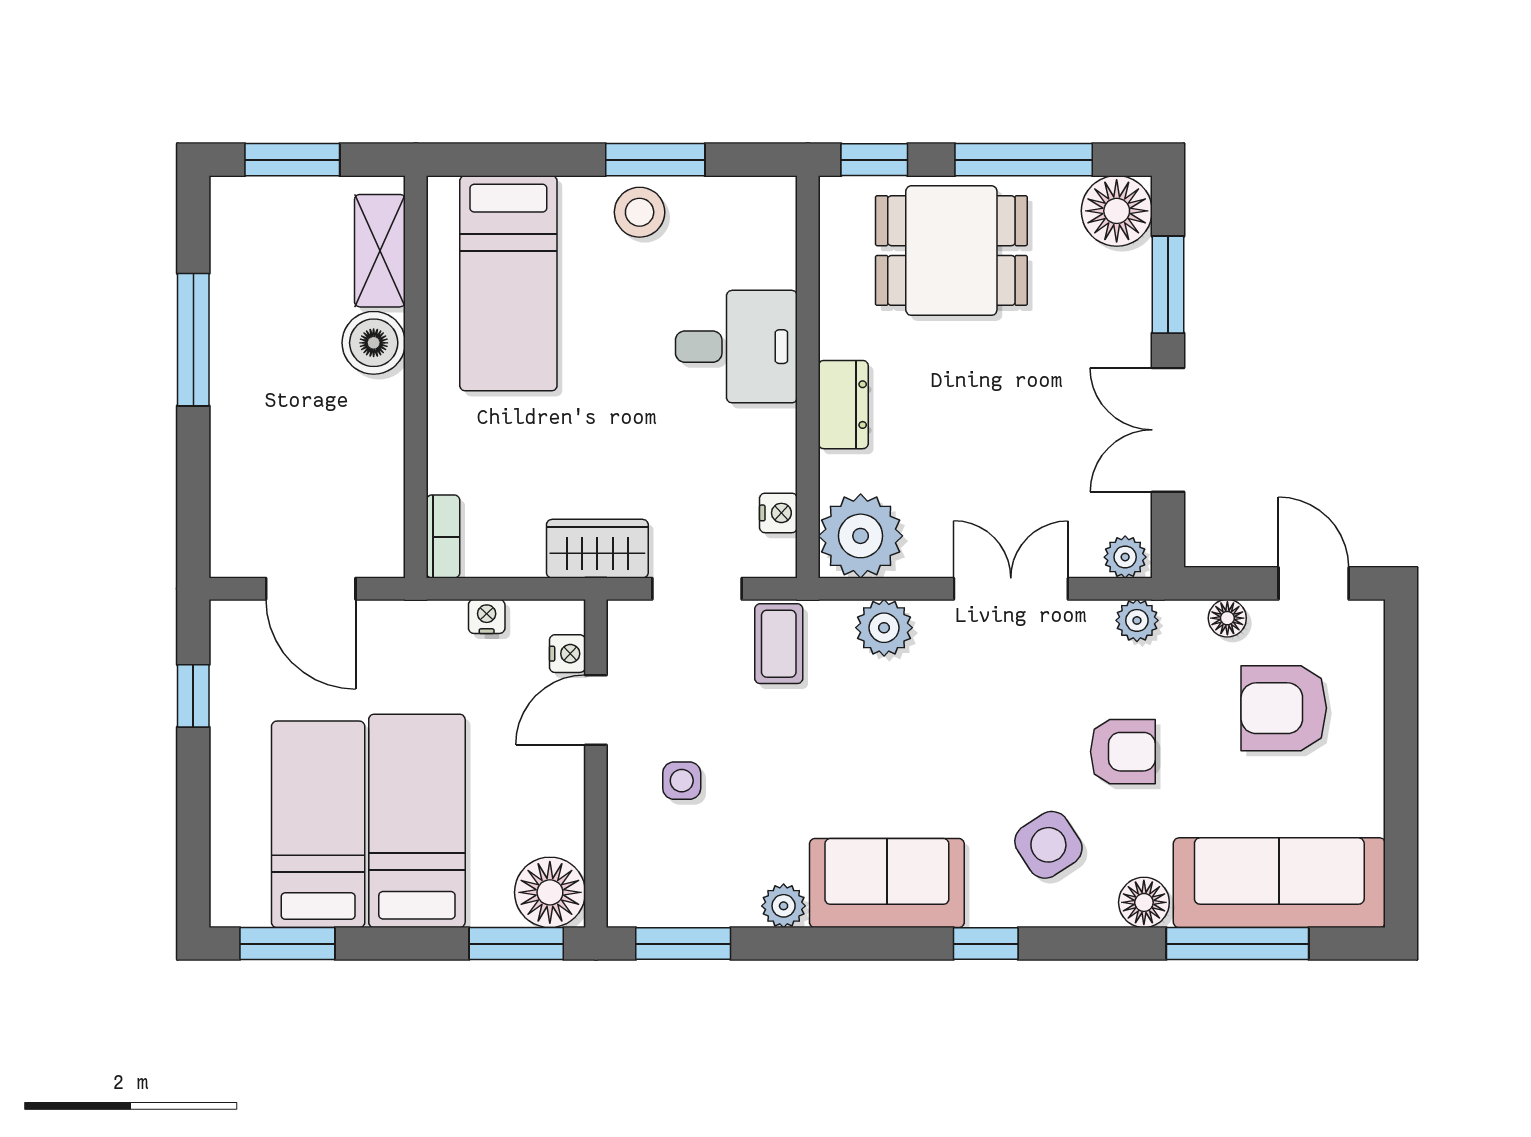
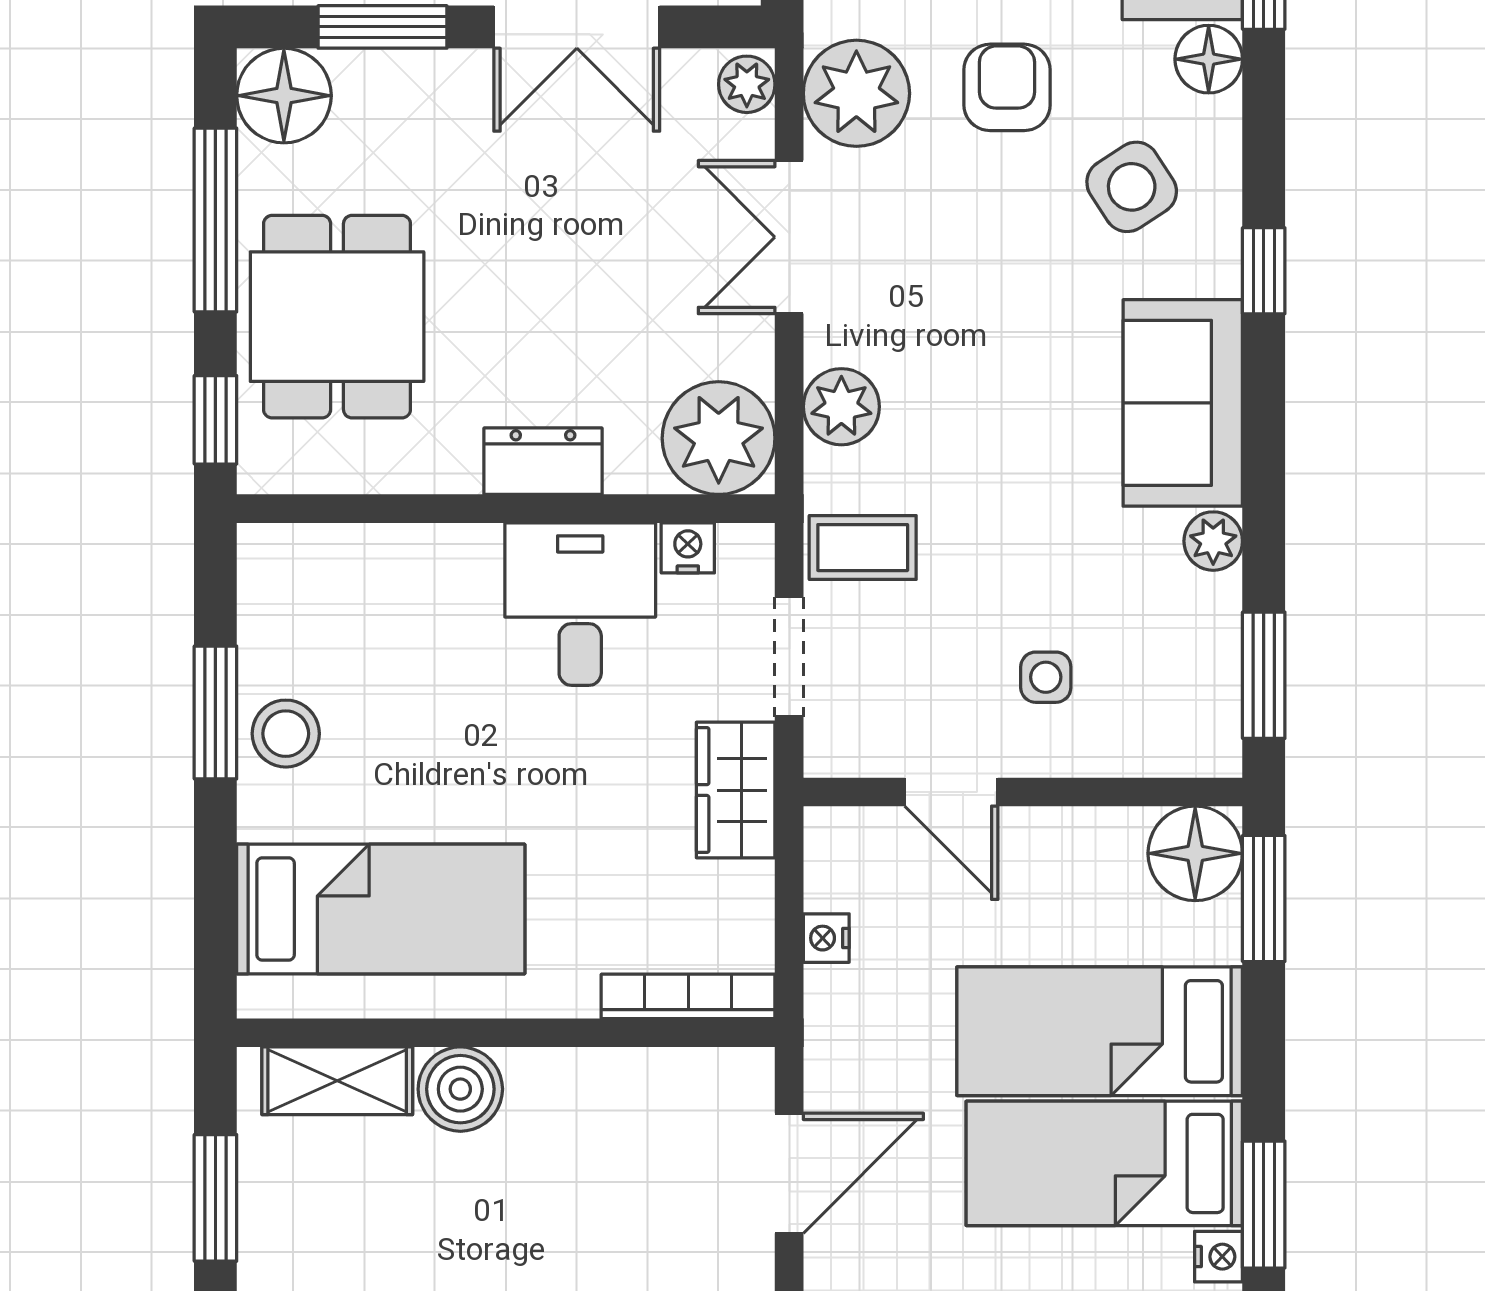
desk: (736, 347) -> (580, 604), moved
bookcase: (443, 537) -> (688, 996), width x1.56
plant: (1137, 620) -> (856, 93), width x1.87, depth x1.87
nightstand: (567, 654) -> (1219, 1257), moved, turned 90

